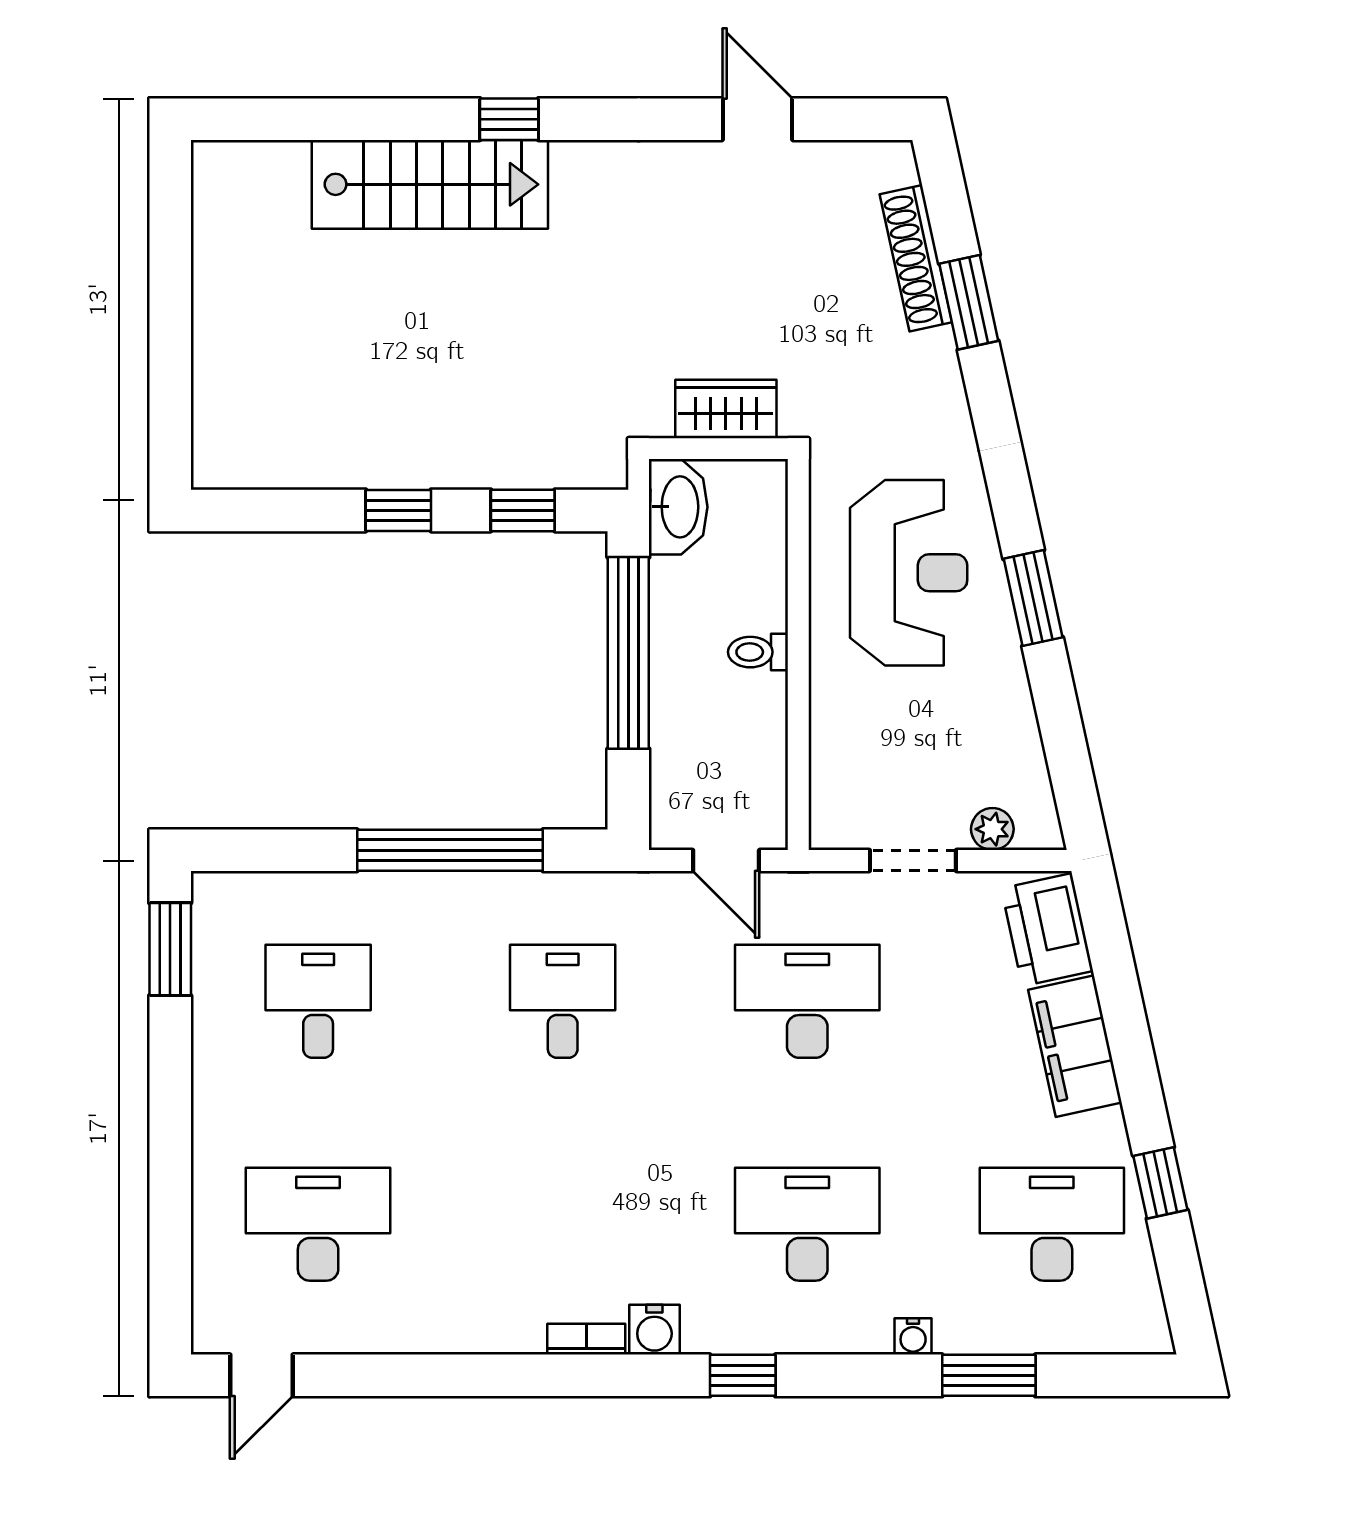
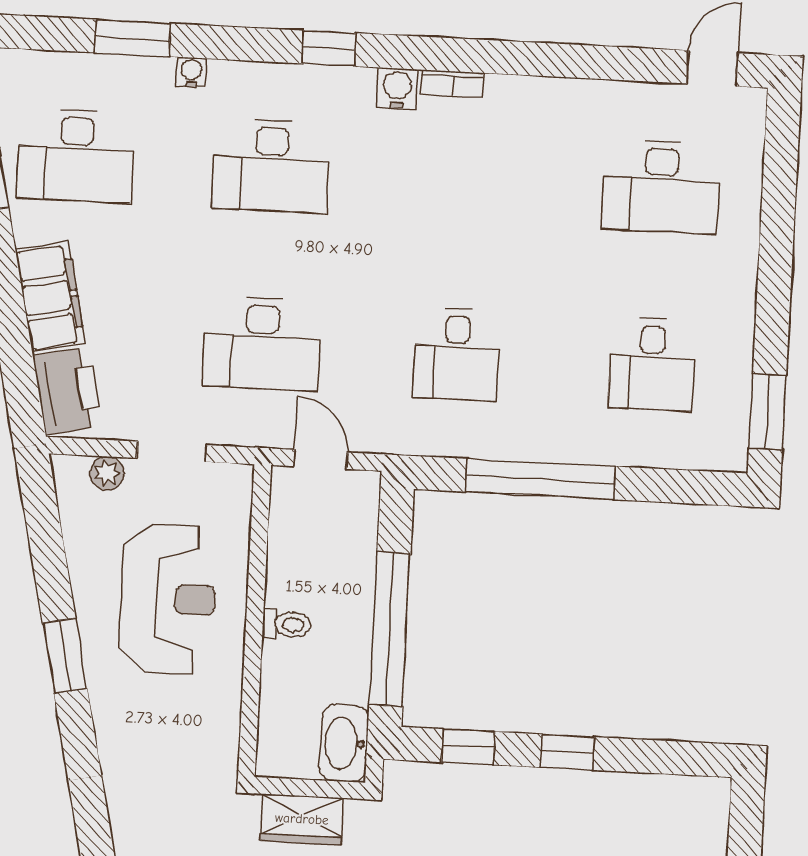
reception desk: (909, 573) -> (168, 599), moved, turned 180

